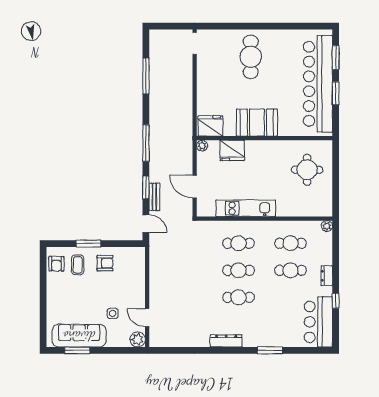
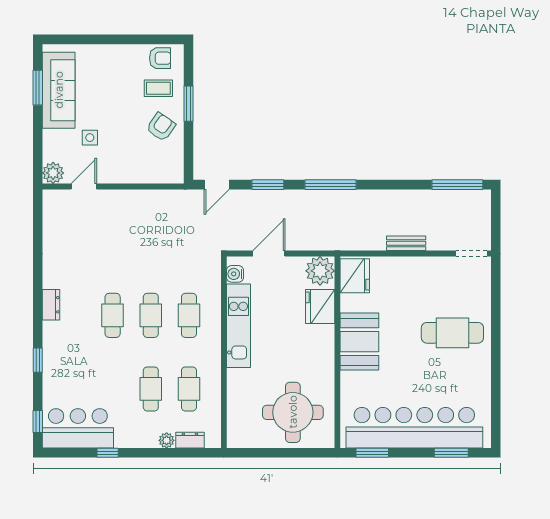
window: (146, 76) -> (457, 185), moved
window: (336, 93) -> (372, 453), moved
plant: (202, 146) -> (320, 271), width x1.88, depth x1.88
round table: (307, 170) -> (293, 412), width x1.36, depth x1.36
bench: (154, 197) -> (406, 243), moved
water cooler: (209, 211) -> (235, 274), added
plant: (327, 226) -> (167, 440), moved
armchair: (105, 263) -> (161, 127), turned -145
armchair: (56, 264) -> (160, 58), turned 180
dresser: (327, 276) -> (190, 440), moved
dresser: (226, 341) -> (51, 305), width x0.70
window: (270, 350) -> (38, 360), width x0.67
window: (314, 350) -> (38, 421), added

